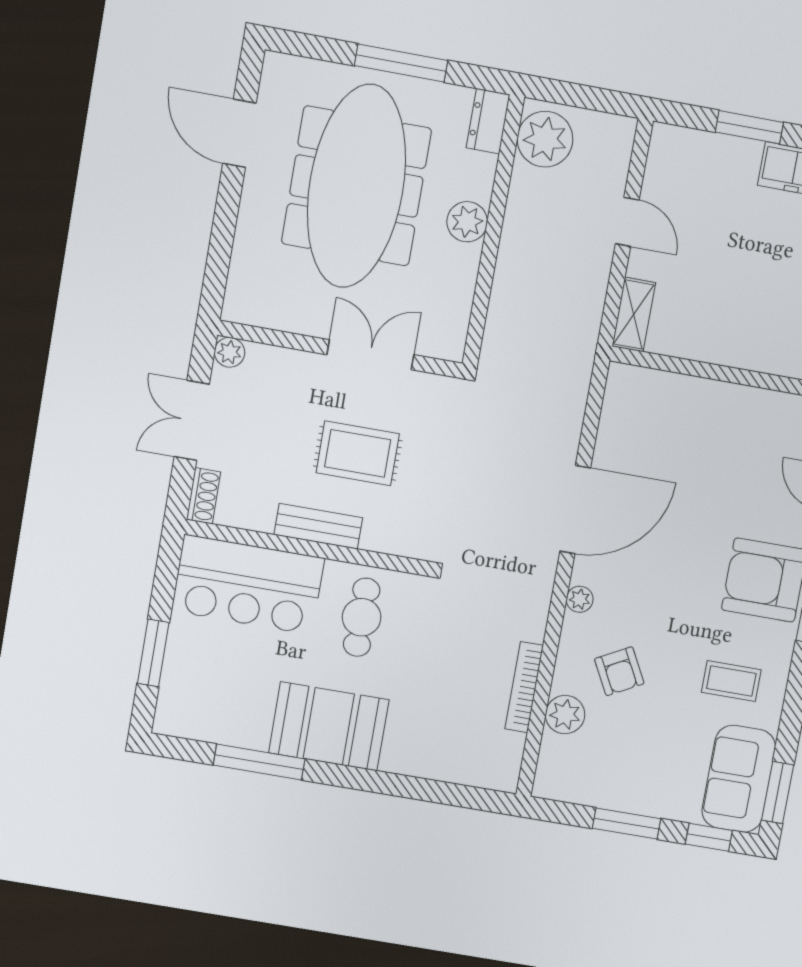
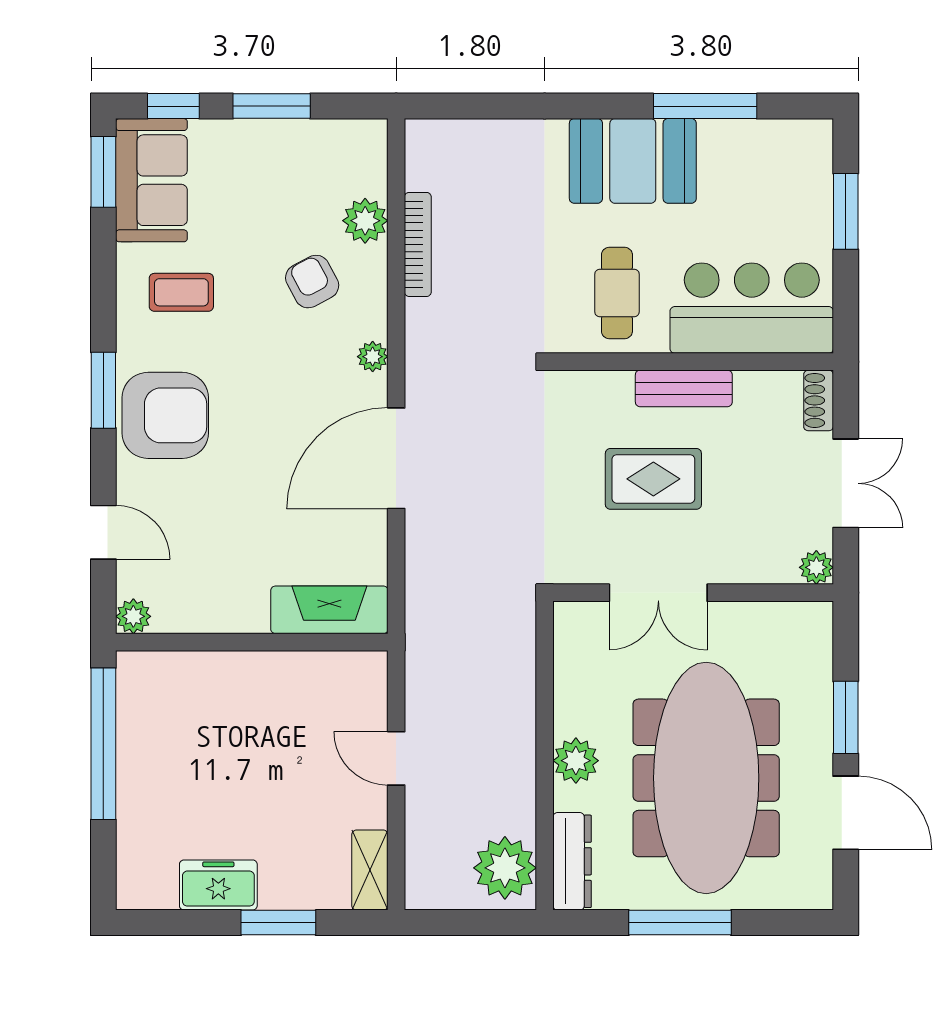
dresser: (488, 121) -> (572, 861), width x1.44
window: (226, 217) -> (846, 717), added
door: (627, 222) -> (396, 758), moved
shelving: (634, 314) -> (370, 870), moved
fireplace: (656, 390) -> (329, 610), added

